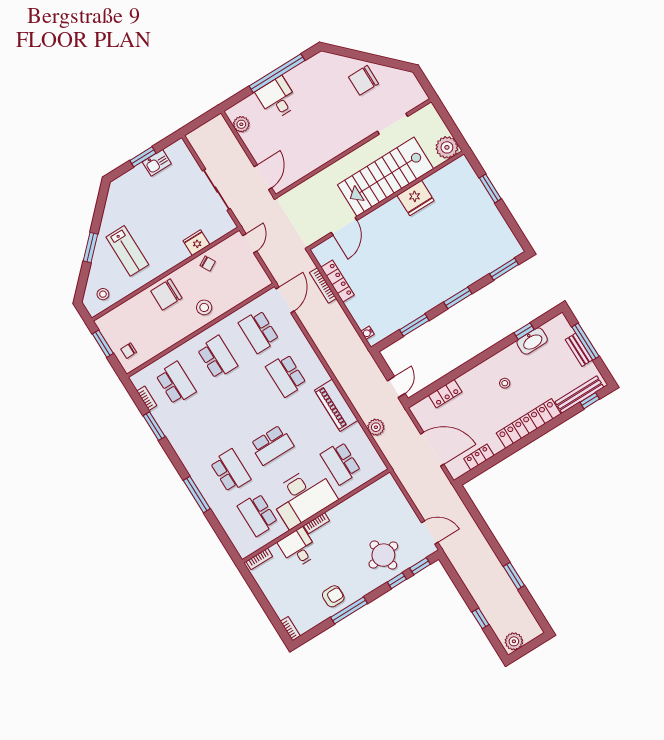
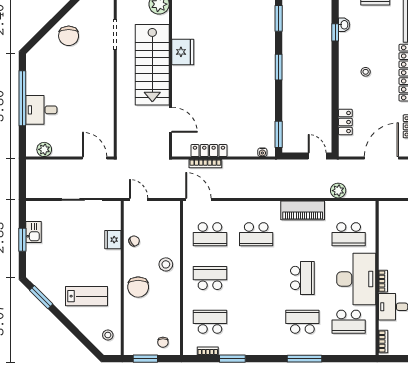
window: (90, 247) -> (41, 297), moved
window: (414, 325) -> (279, 134), moved
washbasin: (532, 341) -> (344, 25), width x0.52, depth x0.69

